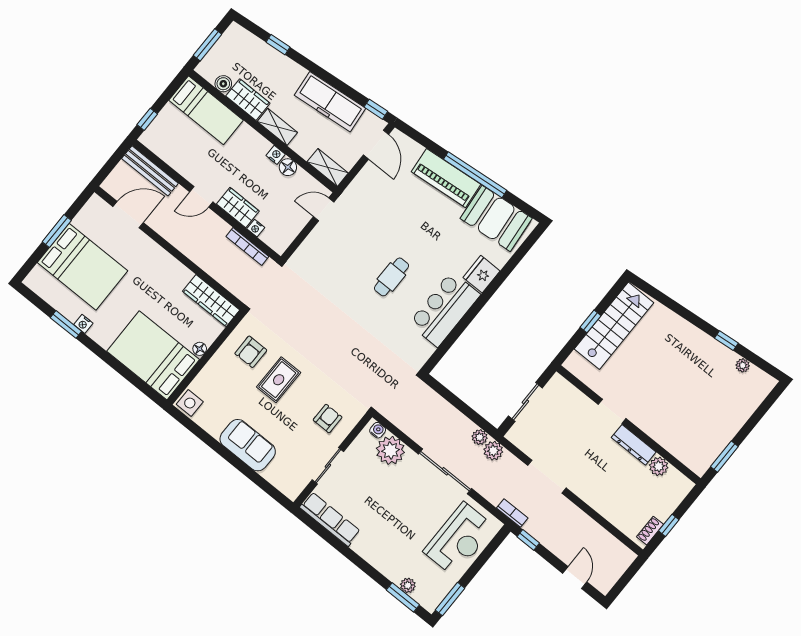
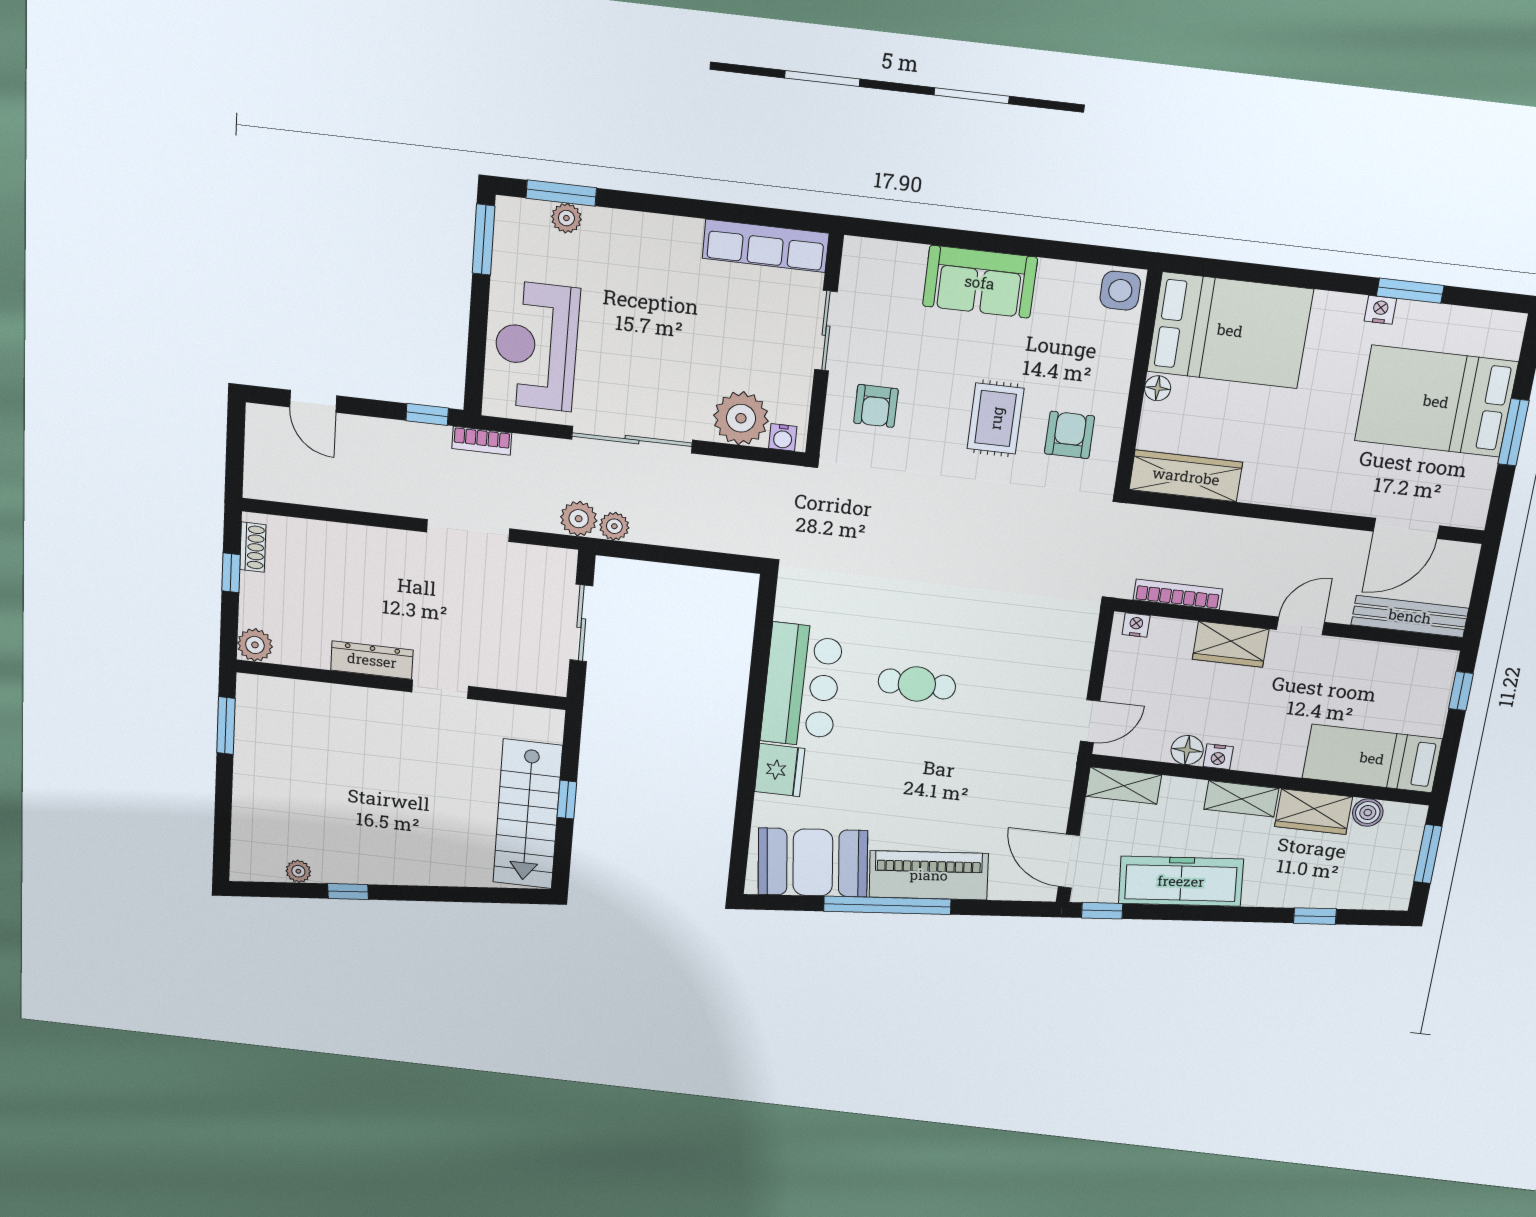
nightstand: (256, 228) -> (1136, 625), moved
cafe table: (391, 277) -> (917, 684), turned 90
plant: (659, 466) -> (255, 645), moved

